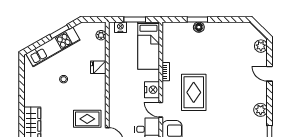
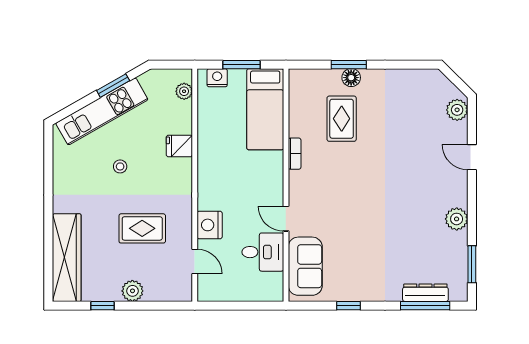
nightstand: (152, 90) -> (210, 225), moved, turned 180
rug: (194, 92) -> (342, 119), moved, width x0.73, depth x0.70
rug: (87, 119) -> (142, 228), moved

